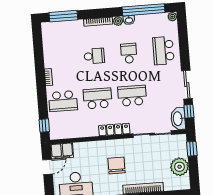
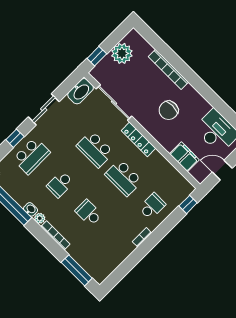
school desk: (63, 101) -> (152, 206), width x0.54
window: (189, 111) -> (15, 138), moved
filing cabinet: (62, 151) -> (184, 157), moved

